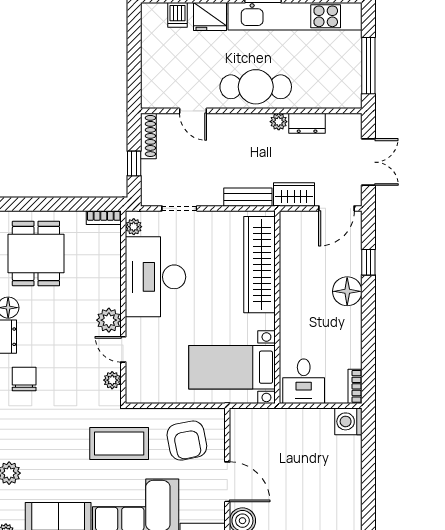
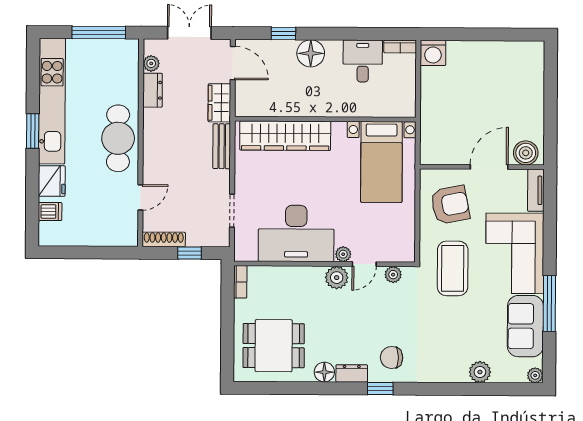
plant: (279, 122) -> (151, 63), moved
plant: (134, 227) -> (343, 254), moved
desk: (304, 381) -> (363, 61), moved, turned -90

